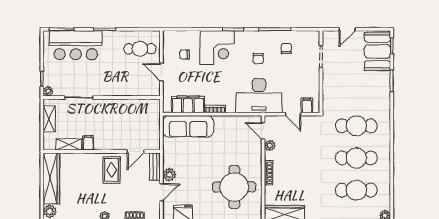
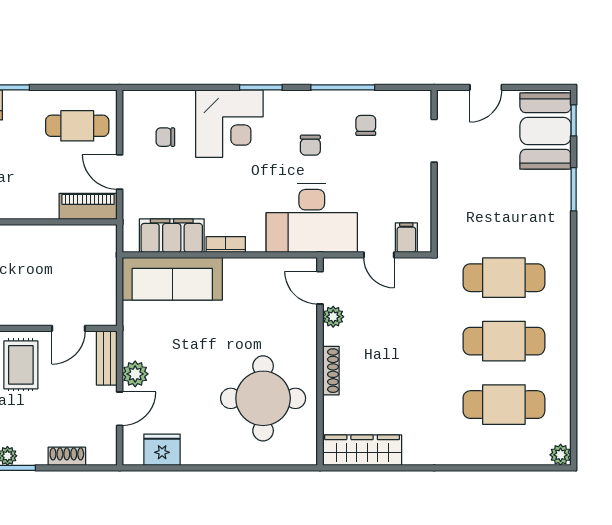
piano: (145, 90) -> (88, 206), added

